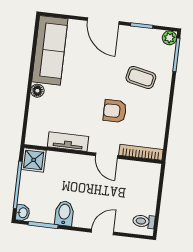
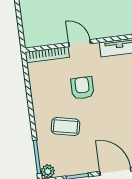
armchair: (115, 111) -> (82, 88), turned -90

